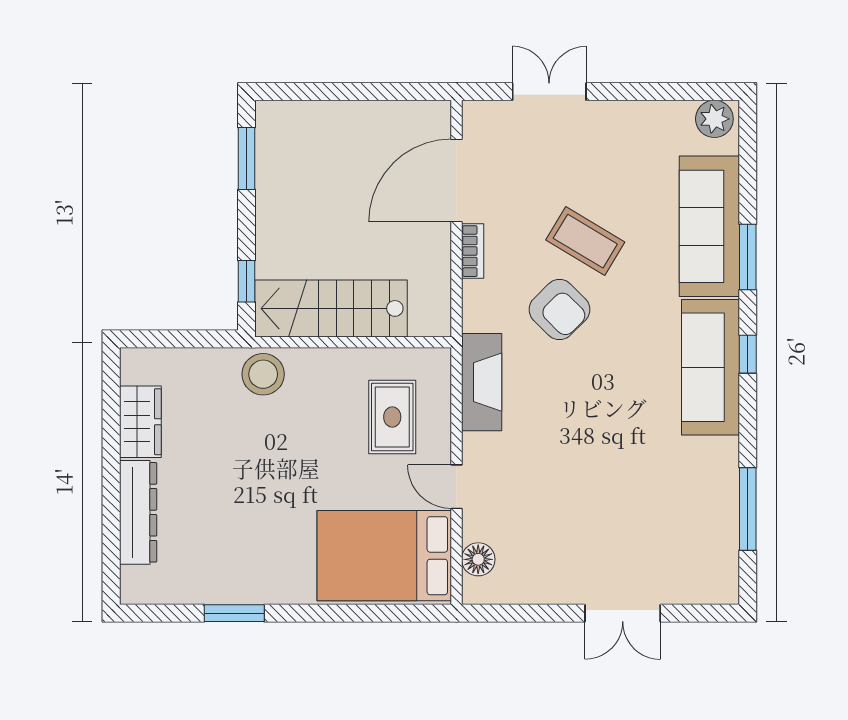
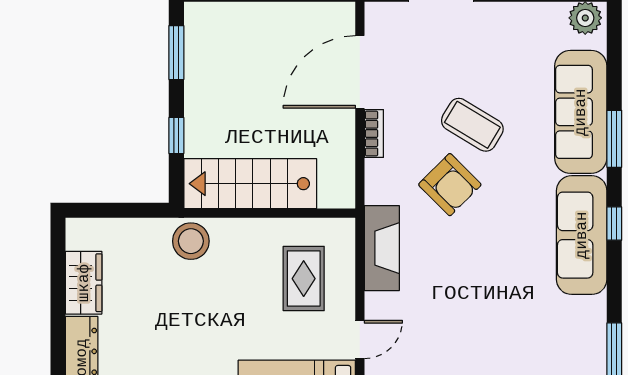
window: (247, 281) -> (176, 136), moved
door: (456, 487) -> (360, 339), swing flipped

